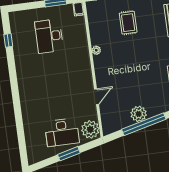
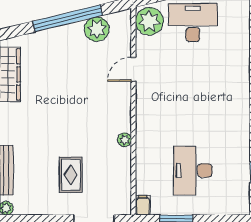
desk: (49, 36) -> (193, 171), turned 180
plant: (139, 114) -> (97, 29), moved

